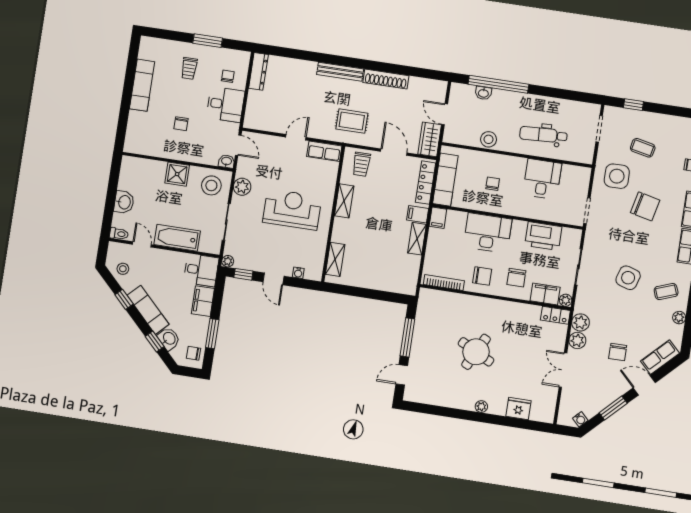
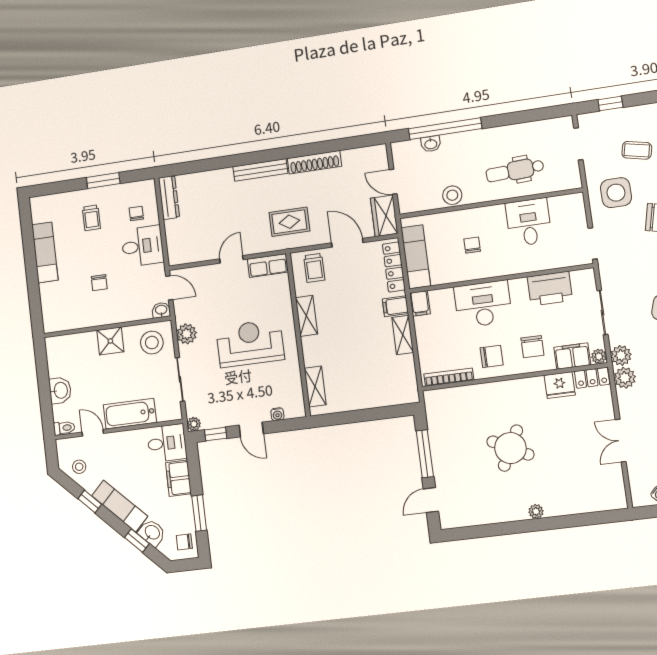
plant: (577, 340) -> (621, 355), moved
fridge: (519, 409) -> (560, 385), moved, turned 180

